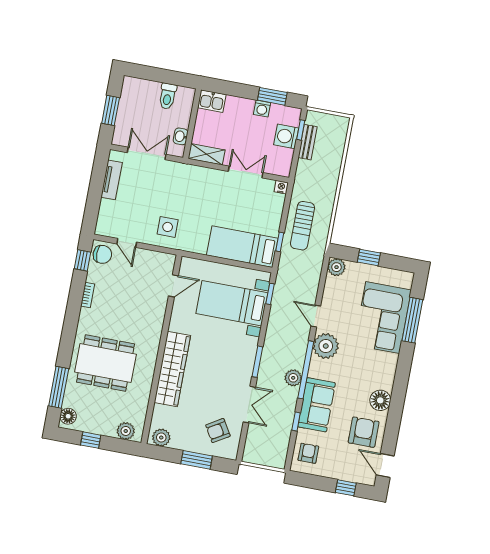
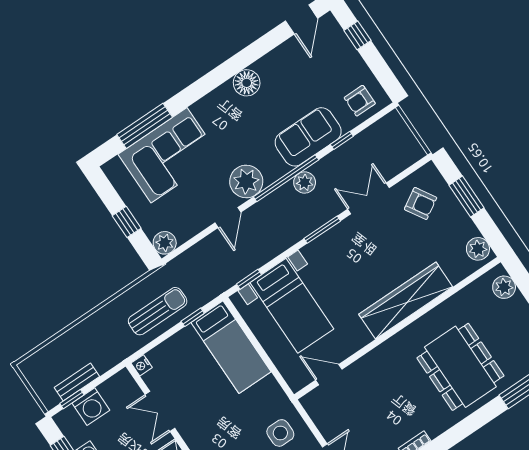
armchair: (364, 432) -> (291, 69), removed

